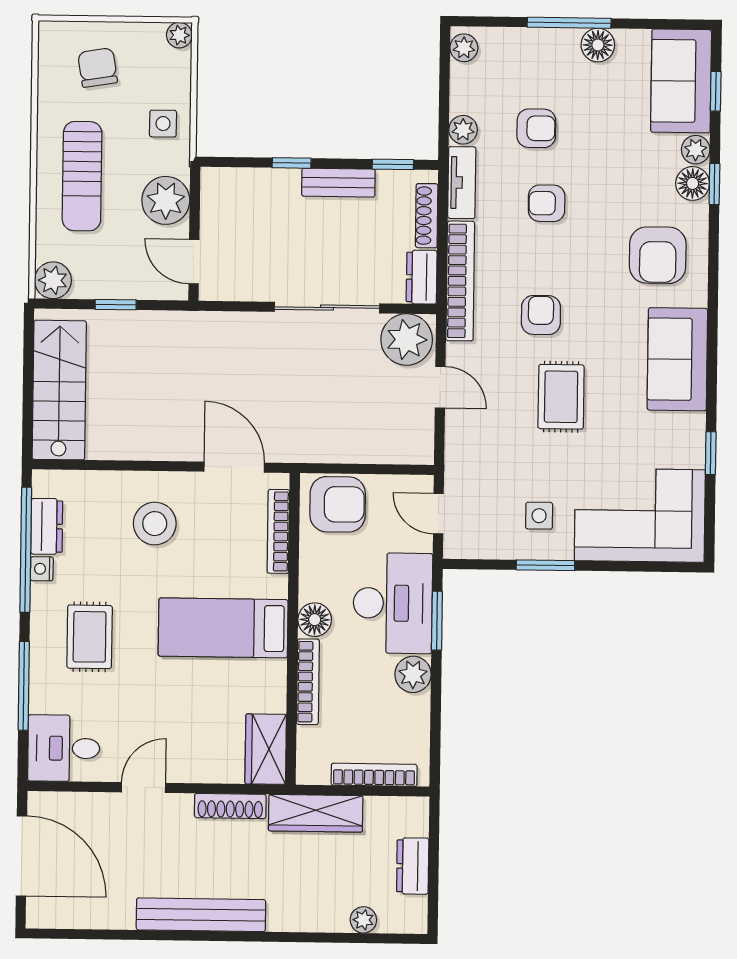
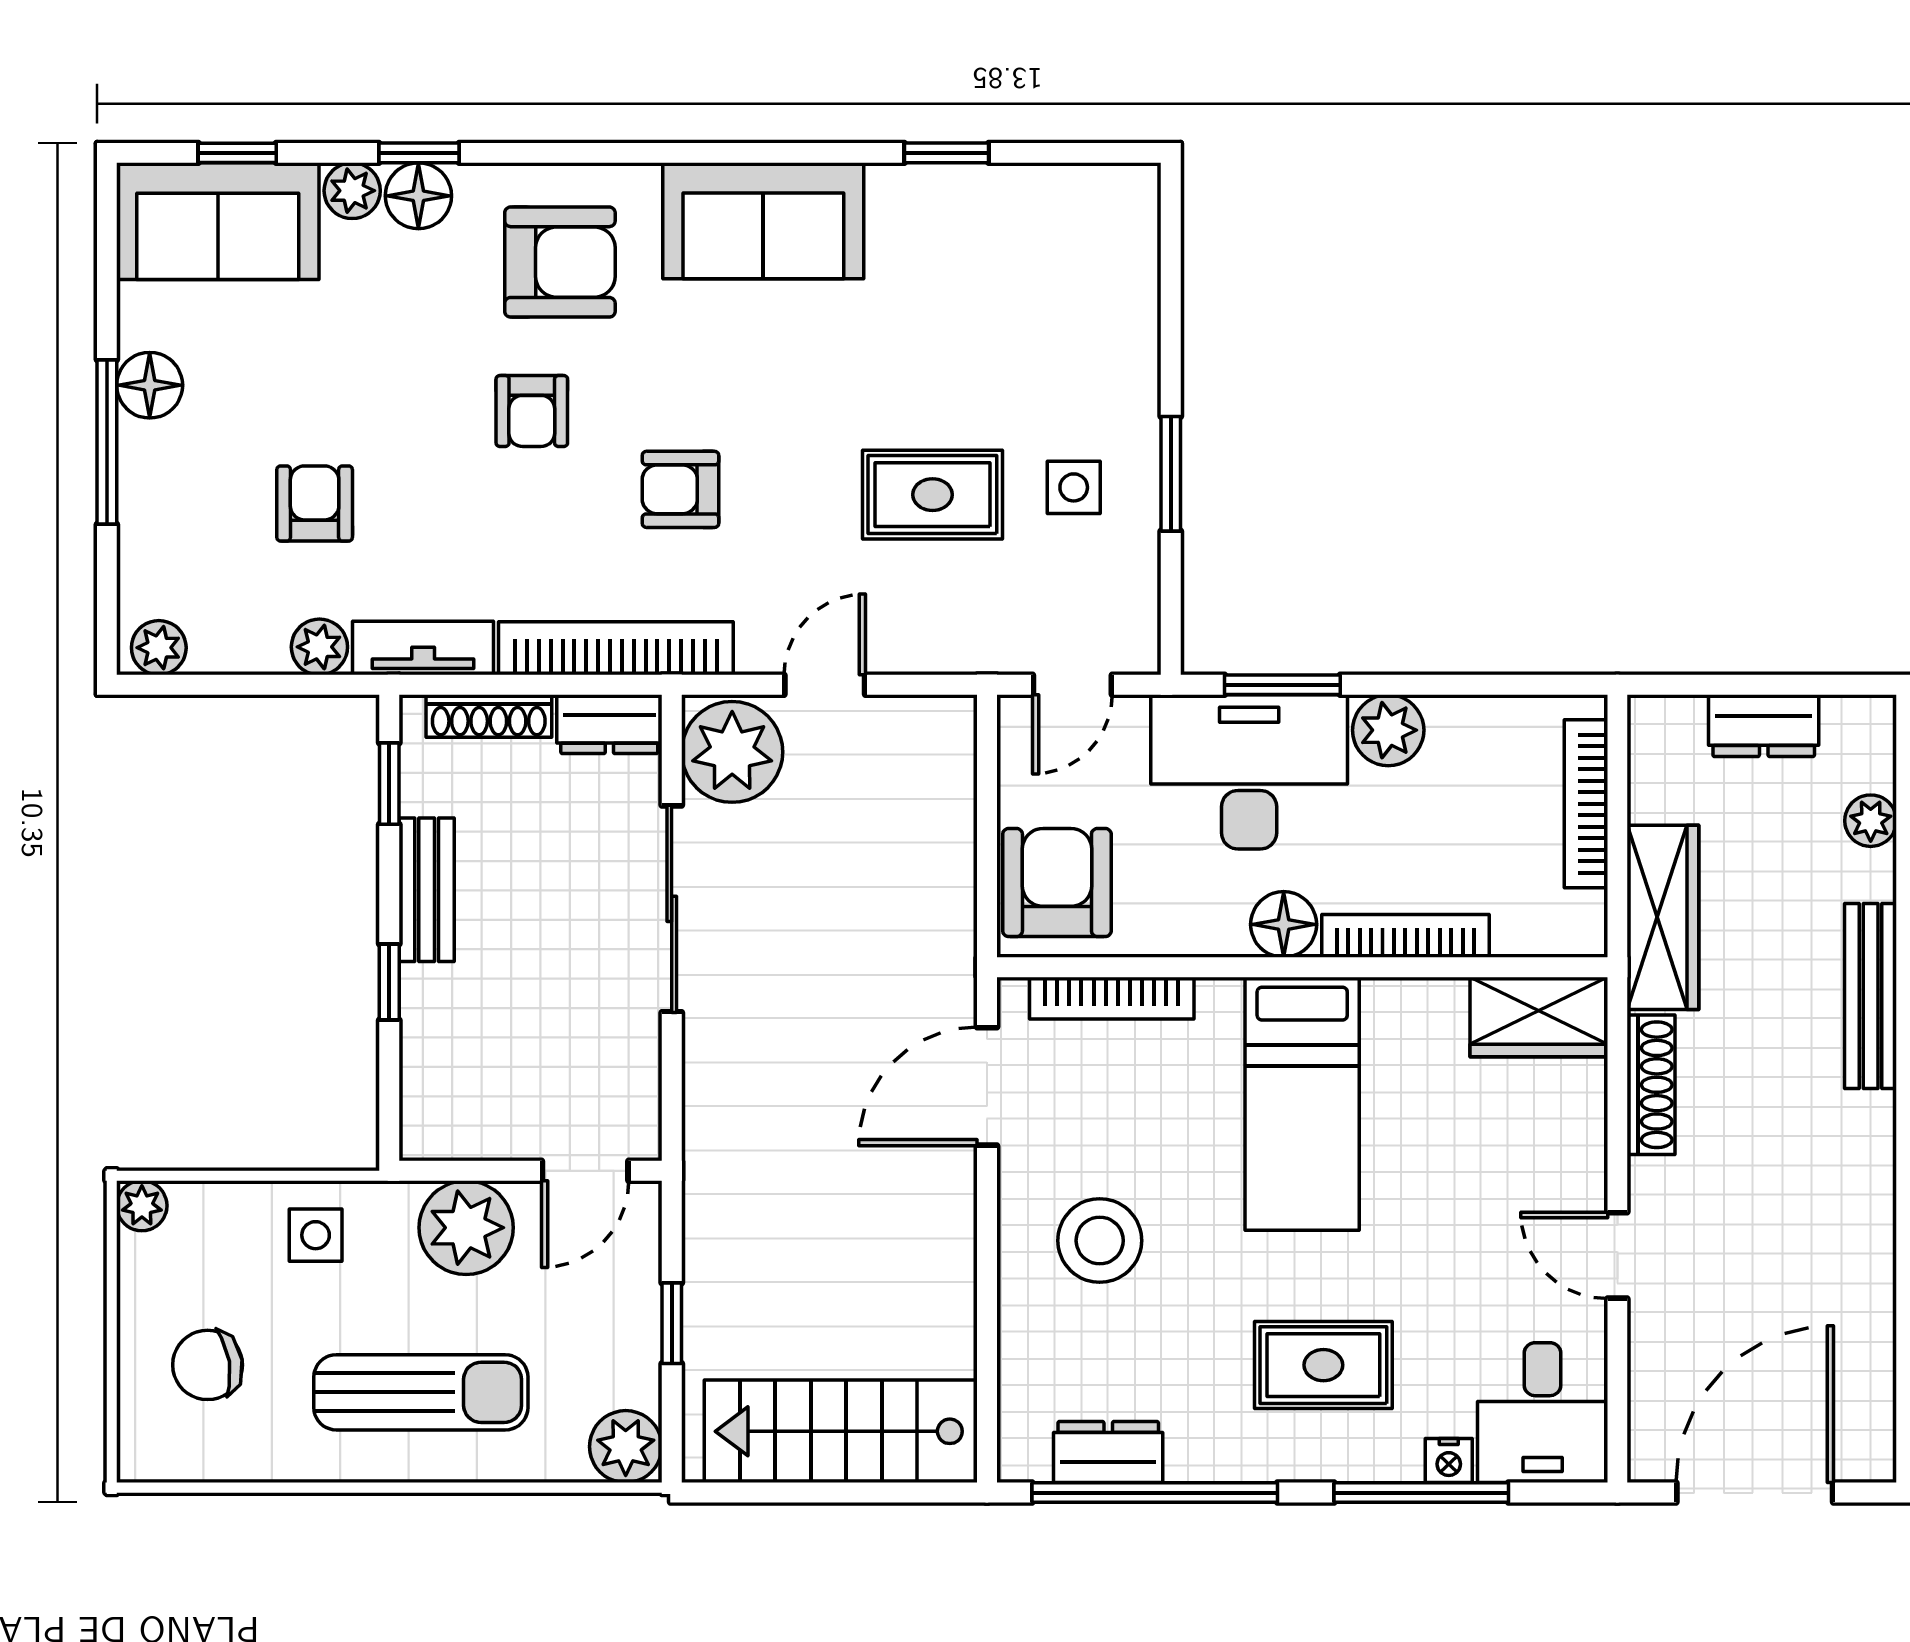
armchair: (547, 203) -> (532, 411), moved
rug: (561, 397) -> (932, 495), moved
corner sofa: (640, 515) -> (1070, 290), removed
nightstand: (42, 569) -> (1449, 1461), moved
bench: (201, 915) -> (1871, 996), moved, width x0.73, depth x0.82

